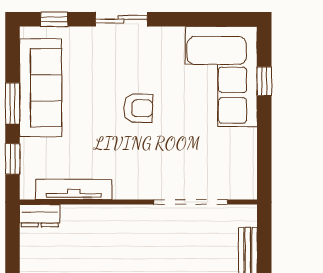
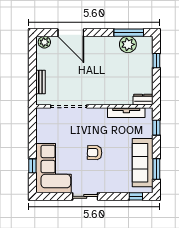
sliding door: (121, 19) -> (85, 196), moved
window: (13, 103) -> (156, 169), moved

